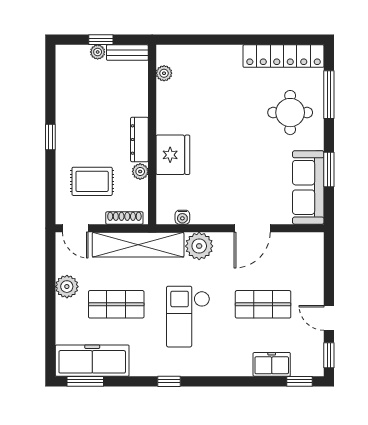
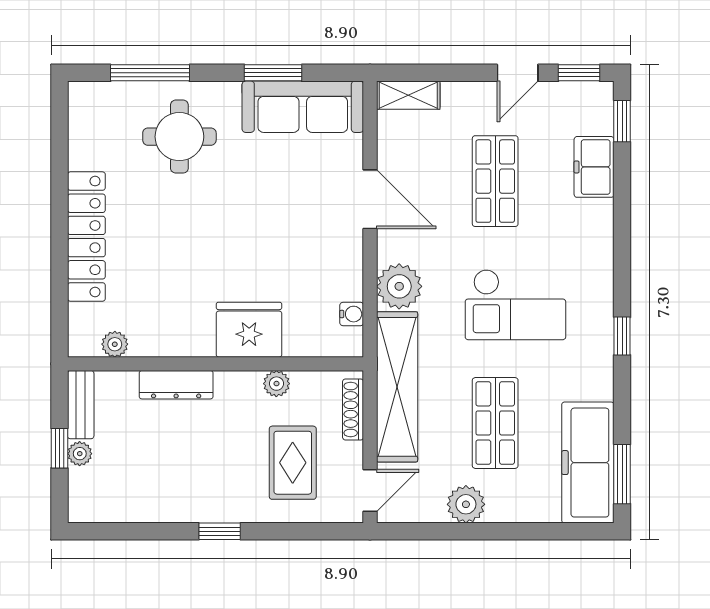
locker: (284, 56) -> (86, 237), moved
dresser: (139, 140) -> (176, 385), moved
shelving: (315, 251) -> (408, 95), added

